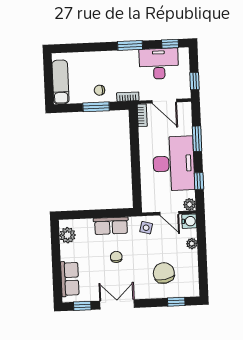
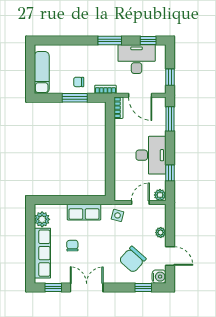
window: (197, 139) -> (170, 119), moved
desk: (174, 164) -> (151, 155), width x0.73, depth x0.77
door: (169, 213) -> (140, 203), swing flipped
water cooler: (189, 221) -> (159, 277), moved
chair: (116, 257) -> (72, 246), moved
door: (203, 268) -> (170, 256), added
chair: (164, 273) -> (133, 259), turned -128
row of seats: (70, 279) -> (42, 253), width x1.48

